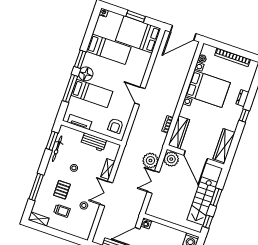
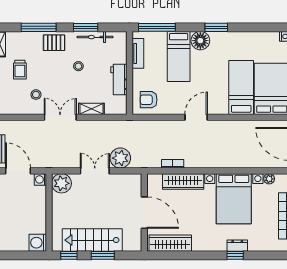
bed: (109, 49) -> (241, 87), moved, turned 180
window: (70, 88) -> (157, 27), moved
window: (244, 115) -> (235, 255), moved
wardrobe: (179, 132) -> (183, 181), moved
window: (52, 141) -> (86, 27), moved
door: (196, 157) -> (144, 213), swing flipped
plant: (171, 159) -> (62, 183), moved
pallet: (62, 190) -> (54, 43), moved

